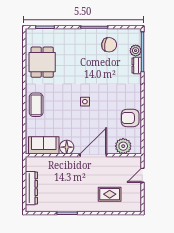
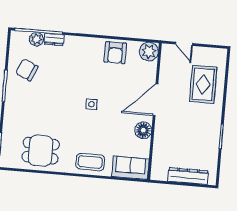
chair: (109, 45) -> (27, 70), turned -74
sofa: (44, 145) -> (130, 168), moved, turned 90
plant: (123, 146) -> (149, 52), moved
door: (93, 155) -> (156, 100), hinge flipped
rug: (110, 194) -> (203, 84), width x1.36, depth x1.43

